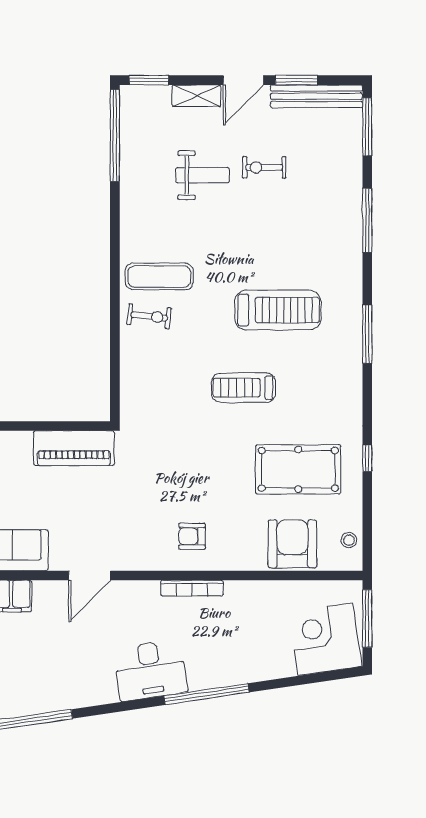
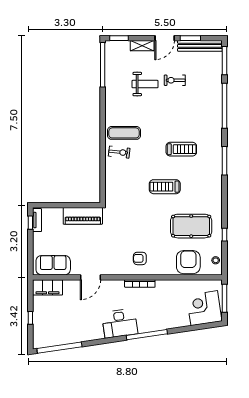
window: (367, 220) -> (225, 106), width x1.46
treadmill: (278, 310) -> (181, 149), width x0.73, depth x0.73
window: (367, 458) -> (225, 235), moved

